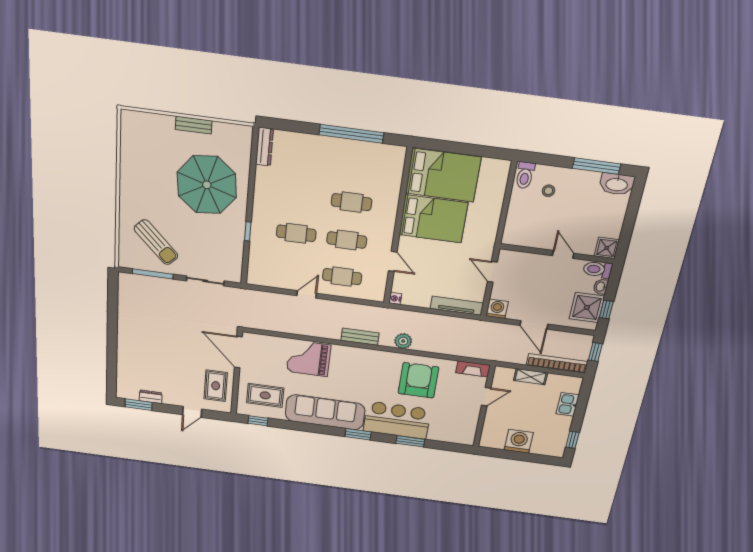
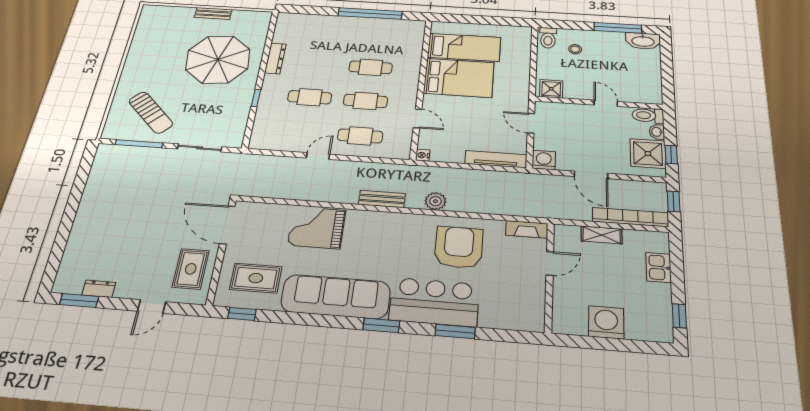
dresser: (264, 147) -> (275, 58), moved
bed: (443, 175) -> (464, 47), width x0.67
shower: (607, 248) -> (551, 89), moved

